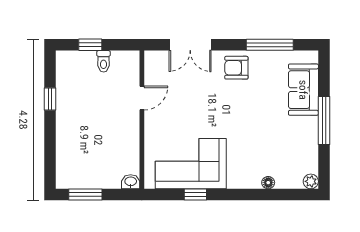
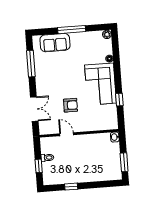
armchair: (236, 68) -> (70, 105), moved, turned -90
corner sofa: (191, 164) -> (101, 84), moved

